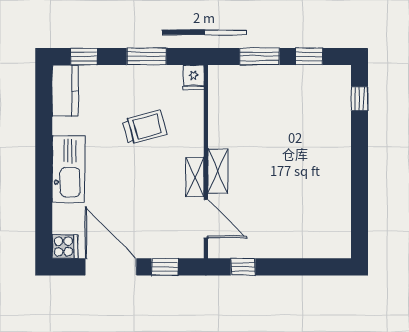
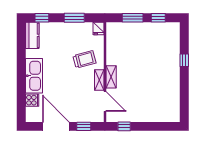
window: (360, 99) -> (184, 60), moved
trolley: (145, 127) -> (84, 59), moved
cooker: (65, 246) -> (32, 100), moved

